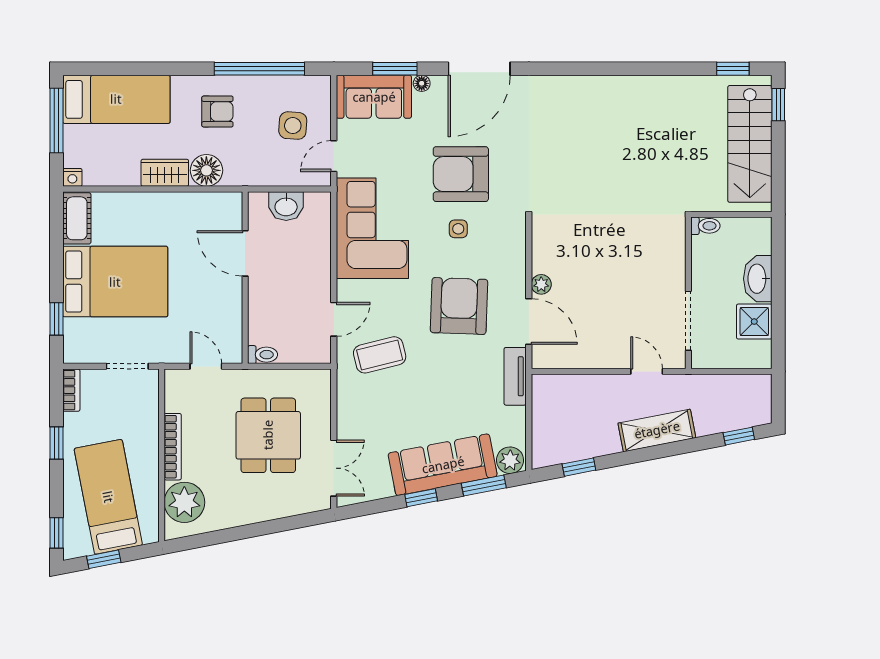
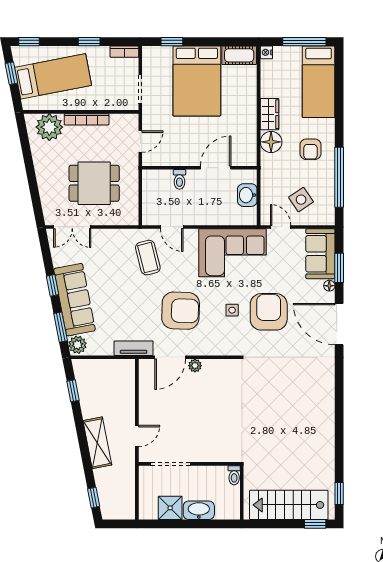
side table: (293, 126) -> (301, 200), turned -38
toilet: (263, 355) -> (179, 179), moved

